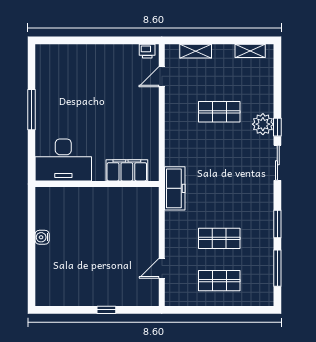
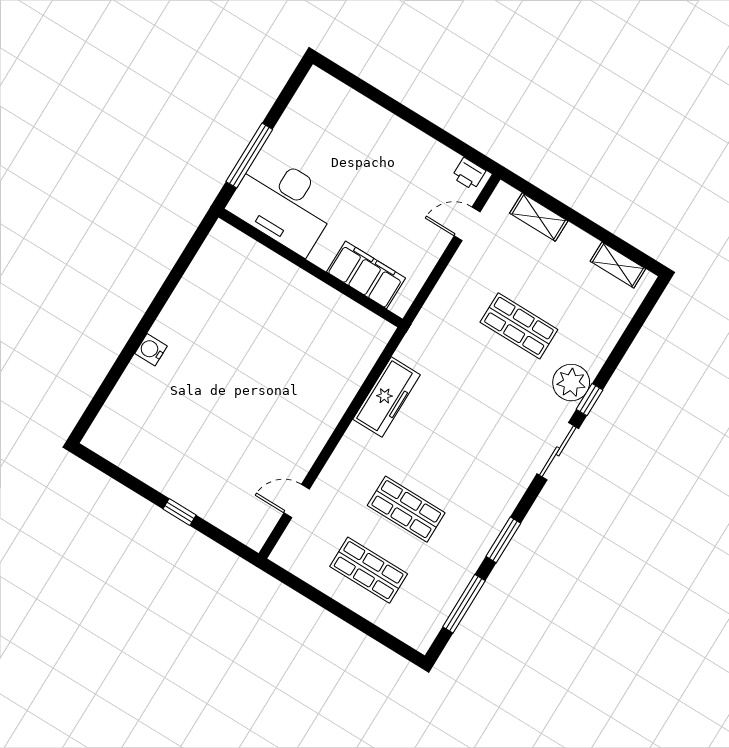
desk: (63, 160) -> (283, 203), moved
filing cabinet: (127, 170) -> (366, 275), moved
wall: (97, 184) -> (311, 268), moved

